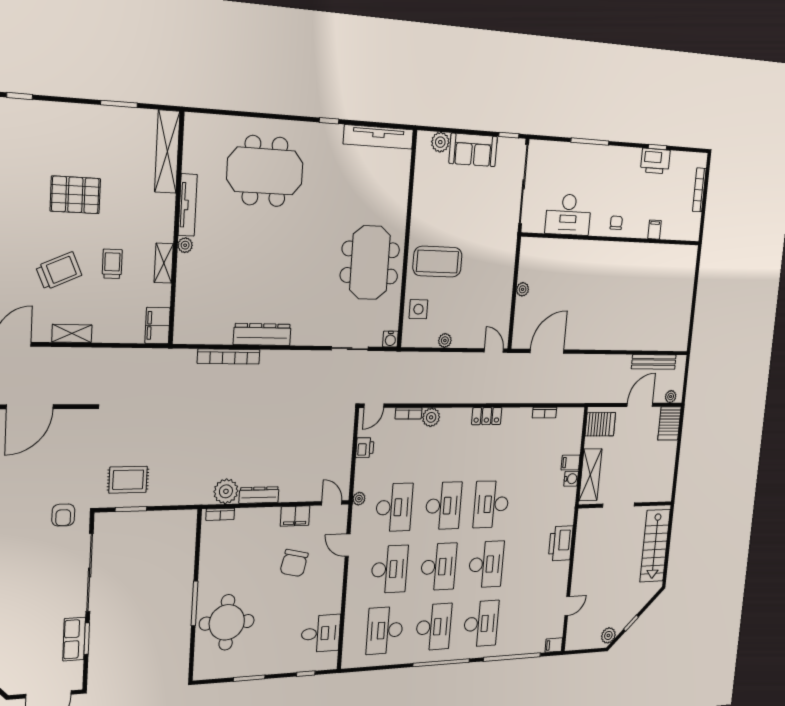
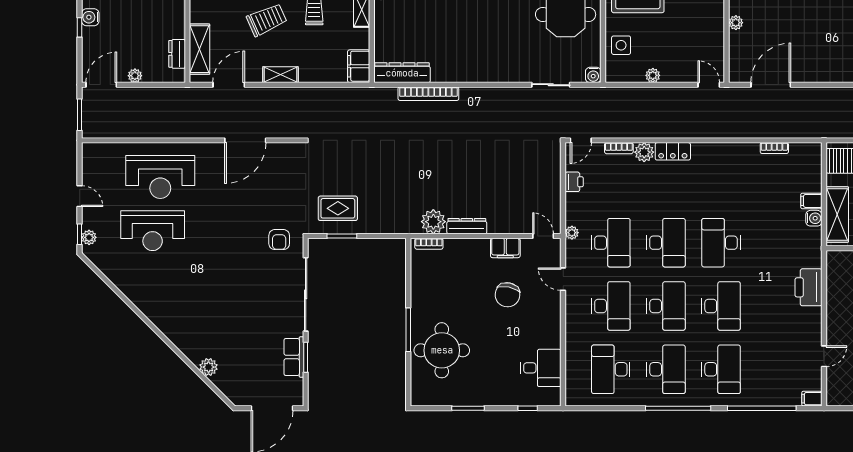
dresser: (262, 334) -> (402, 73), moved
locker: (487, 416) -> (673, 151), moved

